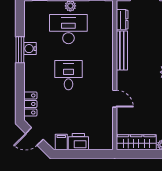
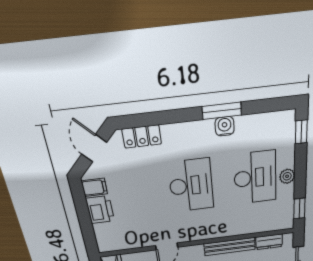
desk: (68, 75) -> (191, 185), width x1.37

